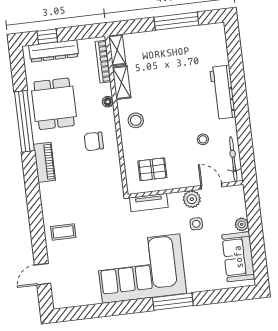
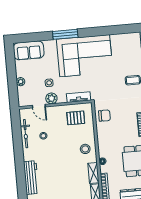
workbench: (223, 92) -> (31, 178), moved
chair: (94, 141) -> (104, 116), moved
bicycle: (233, 159) -> (26, 134), moved
sofa: (238, 257) -> (29, 50), moved, turned 90

